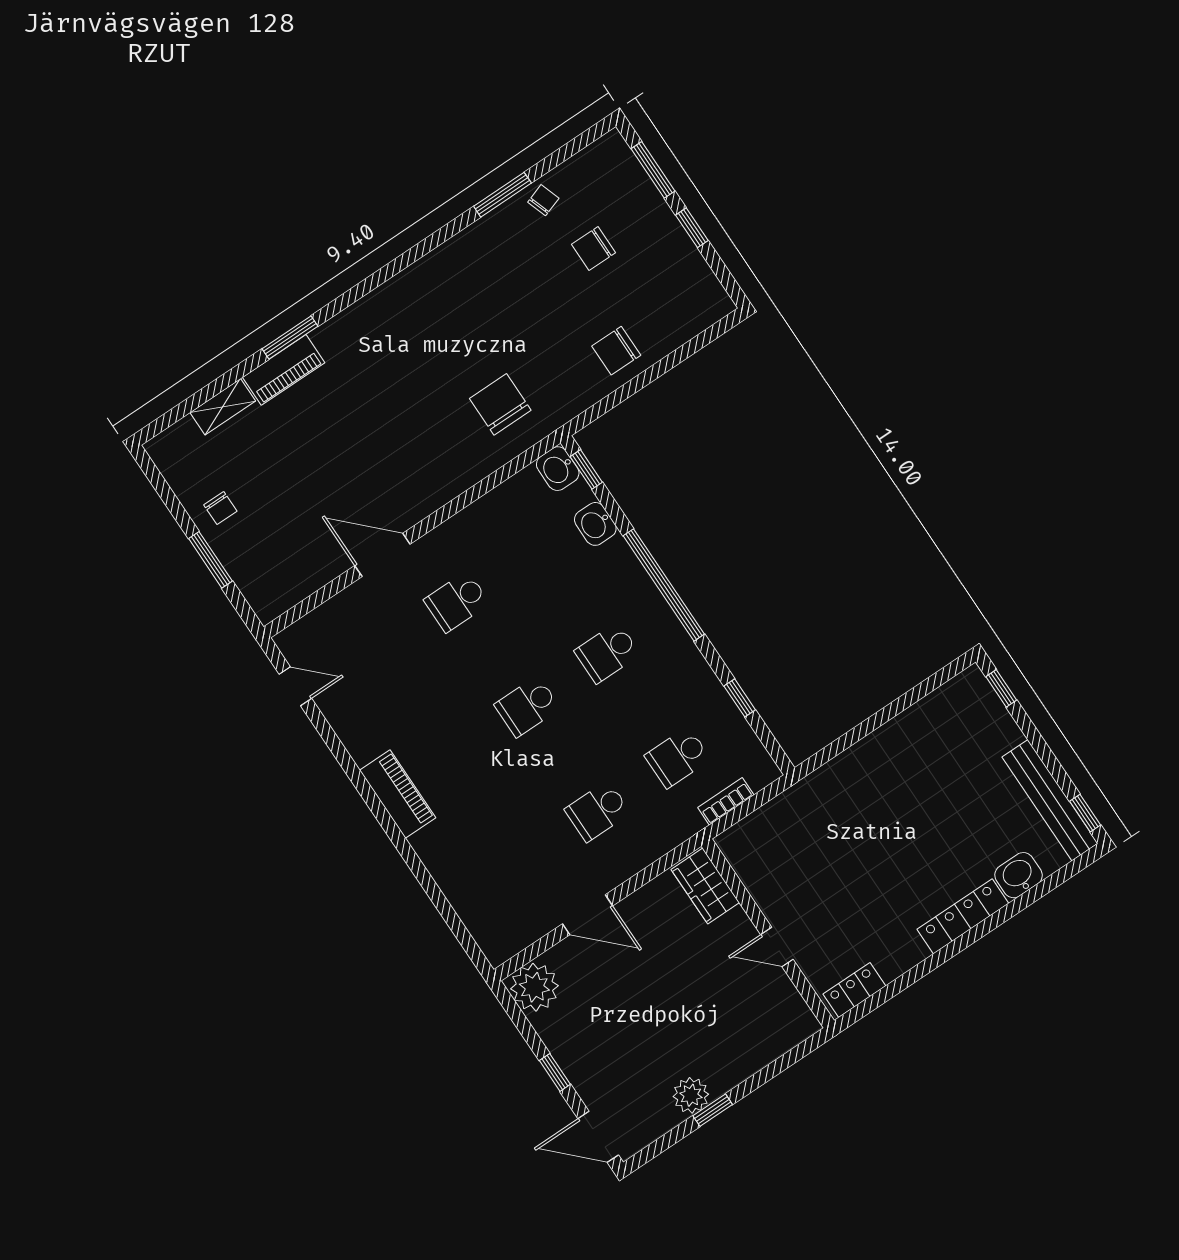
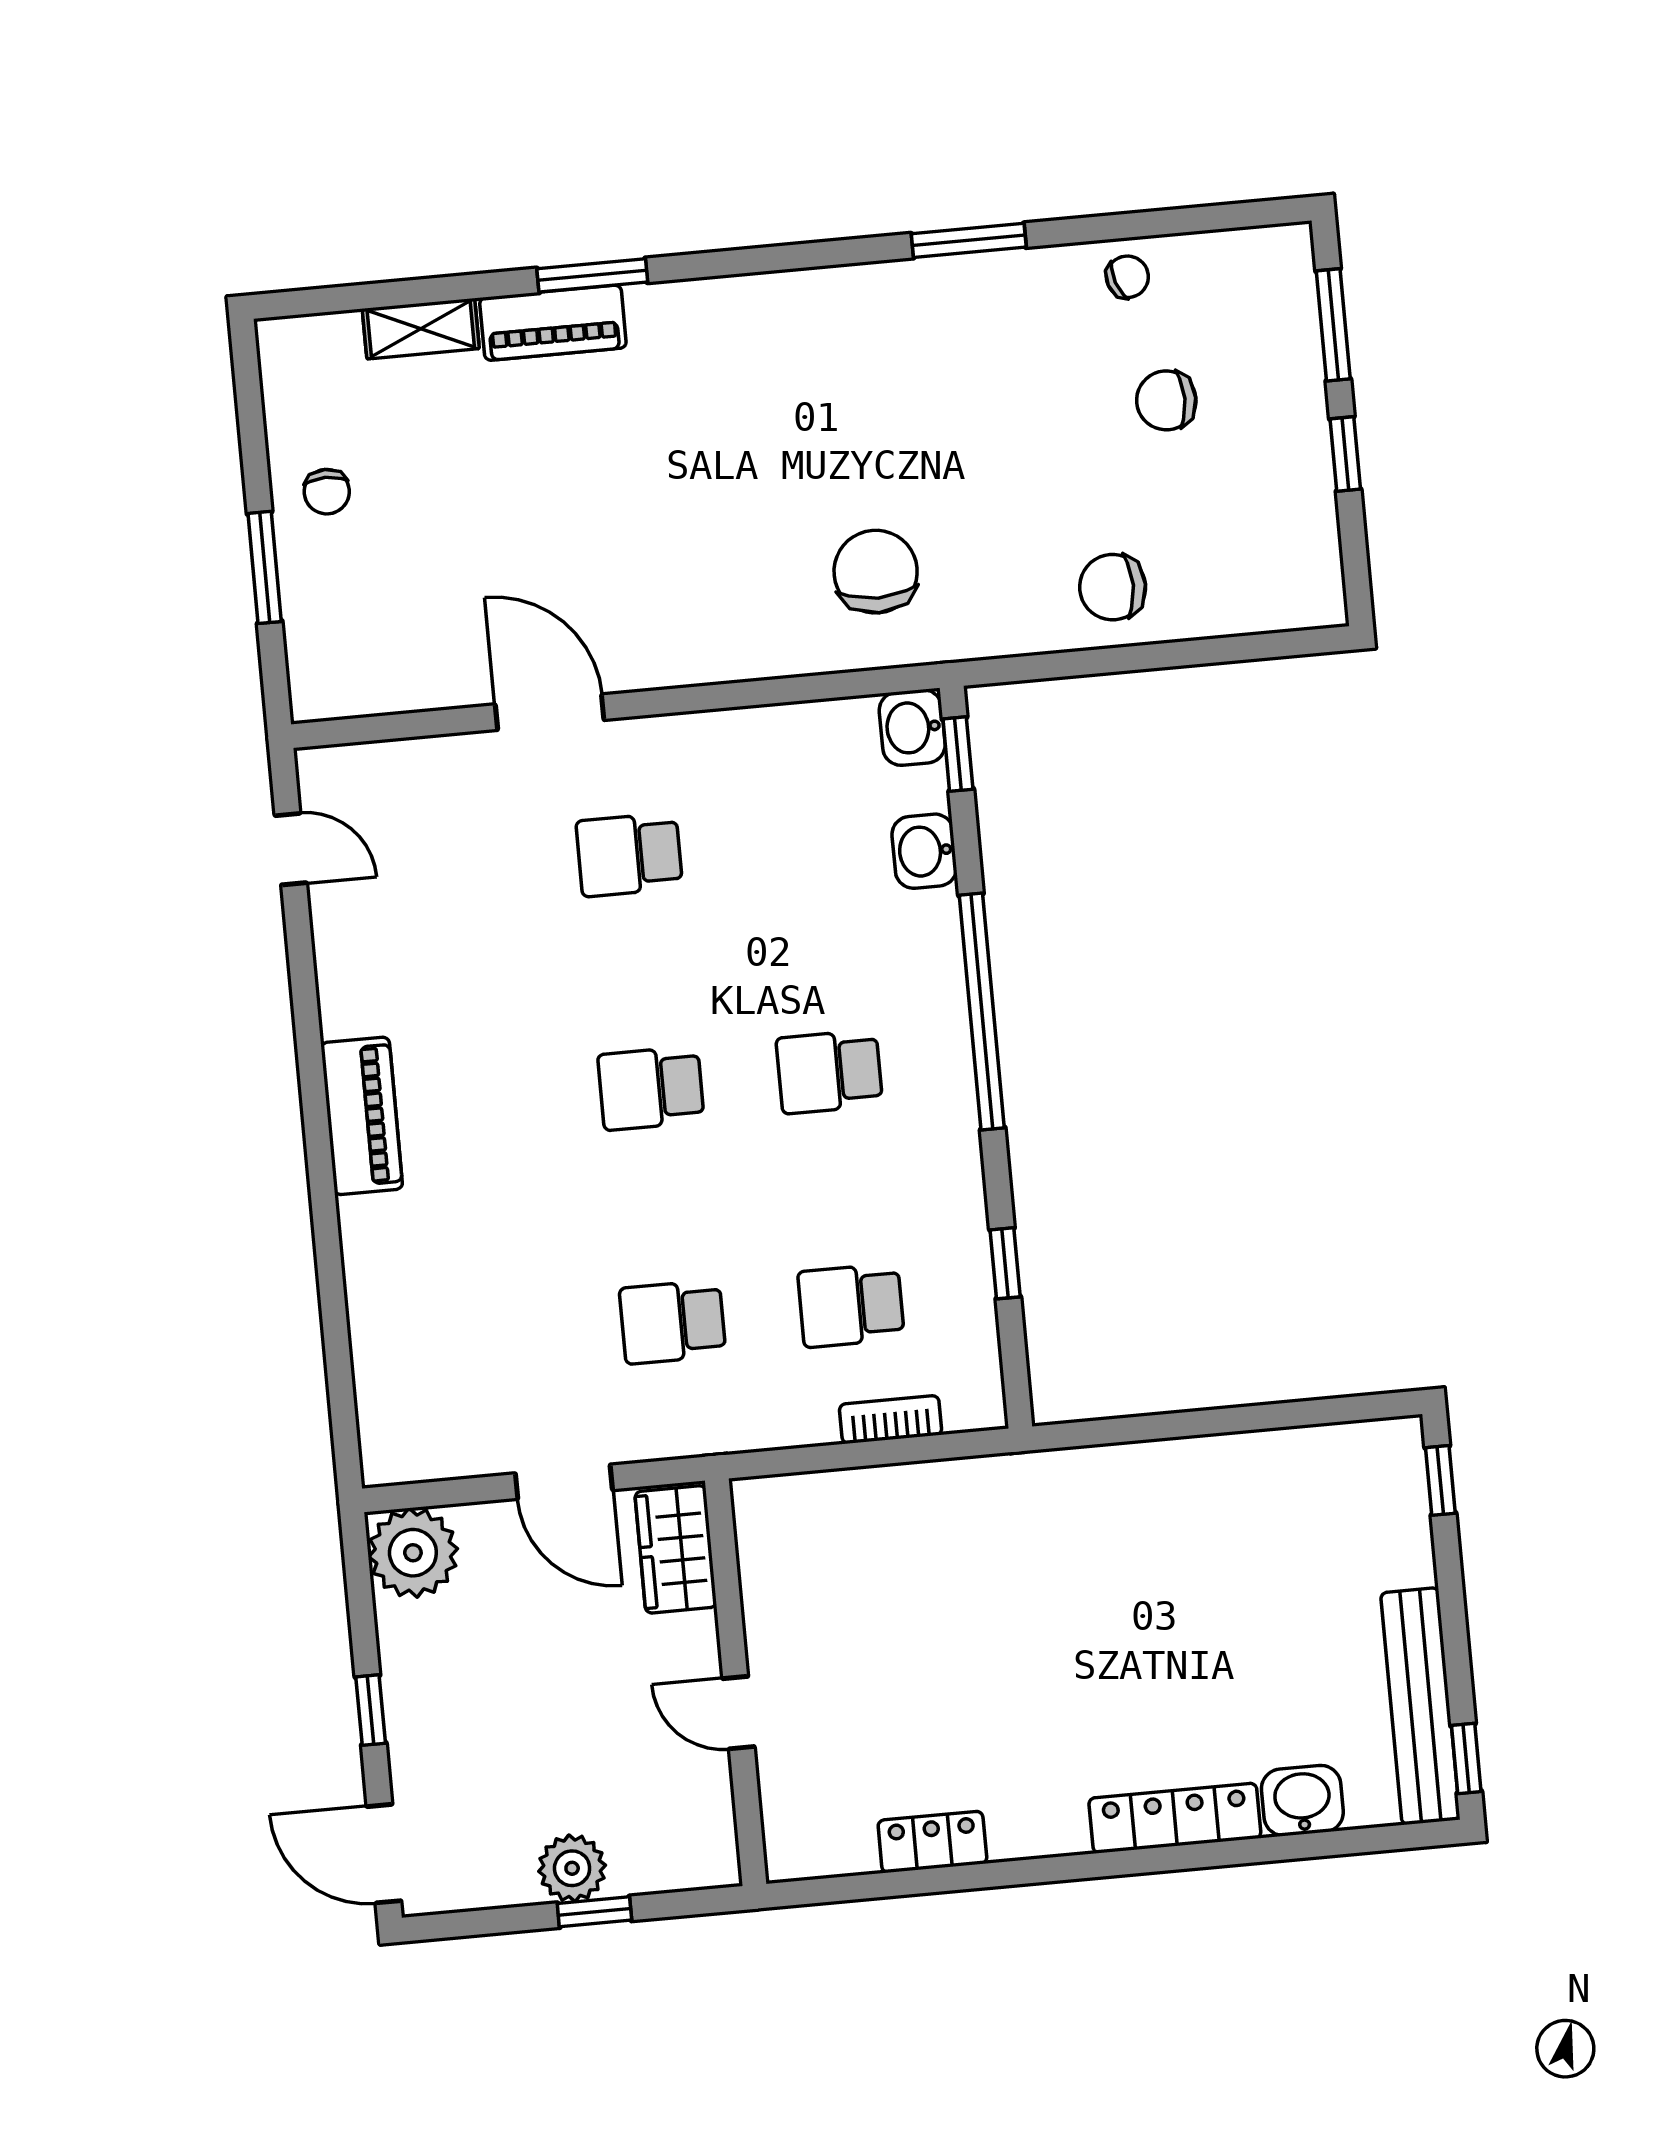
window: (502, 195) -> (969, 240), moved
wardrobe: (705, 886) -> (676, 1549), moved
wall: (768, 933) -> (736, 1682), moved
door: (777, 947) -> (738, 1713), moved

